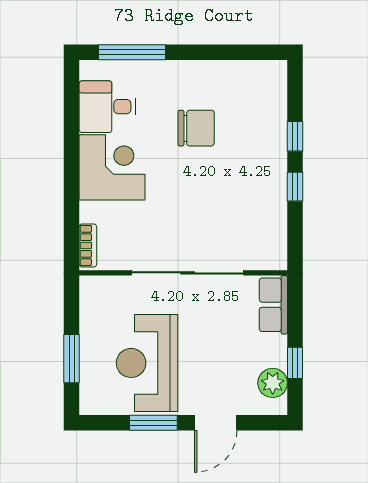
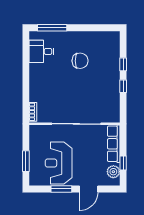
corner desk: (112, 167) -> (43, 78), removed
row of seats: (273, 305) -> (114, 144), width x1.48

